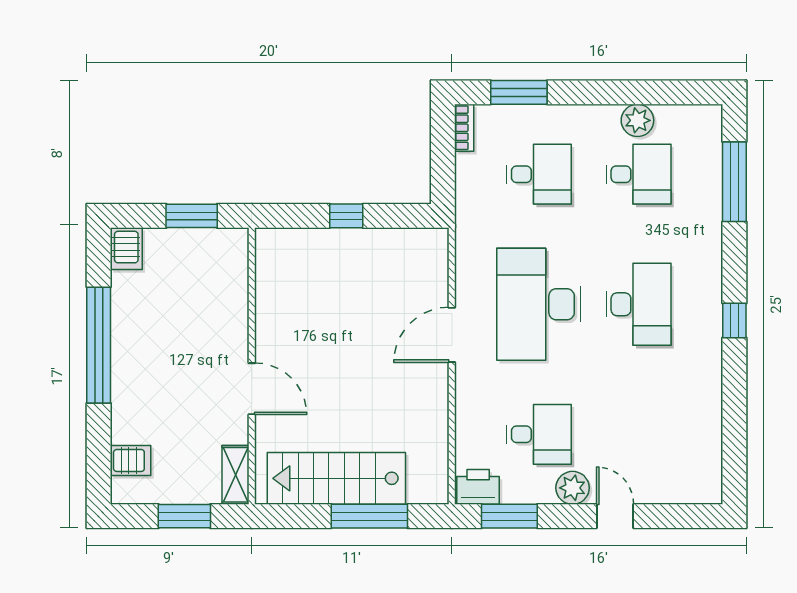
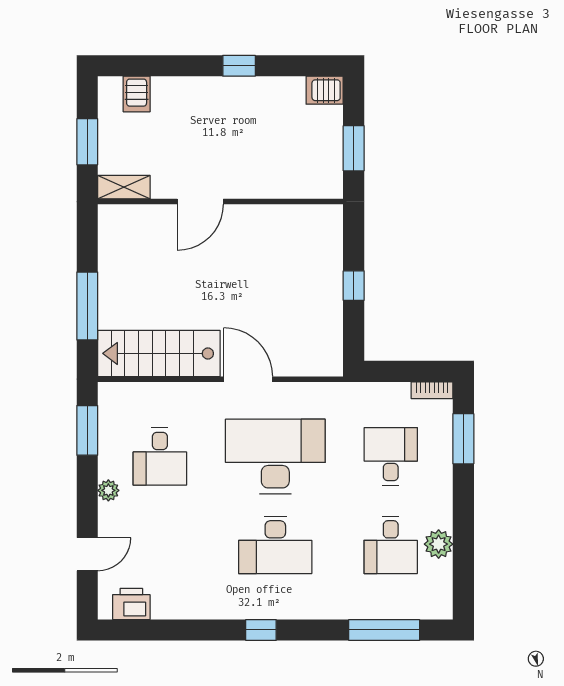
desk: (539, 174) -> (391, 456), turned 180
window: (99, 345) -> (239, 66), width x0.32
stairs: (336, 478) -> (159, 353), moved, turned -90
printer: (478, 487) -> (131, 604), moved, turned -90
plant: (573, 488) -> (108, 490), width x0.73, depth x0.73
door: (615, 516) -> (87, 554), moved

